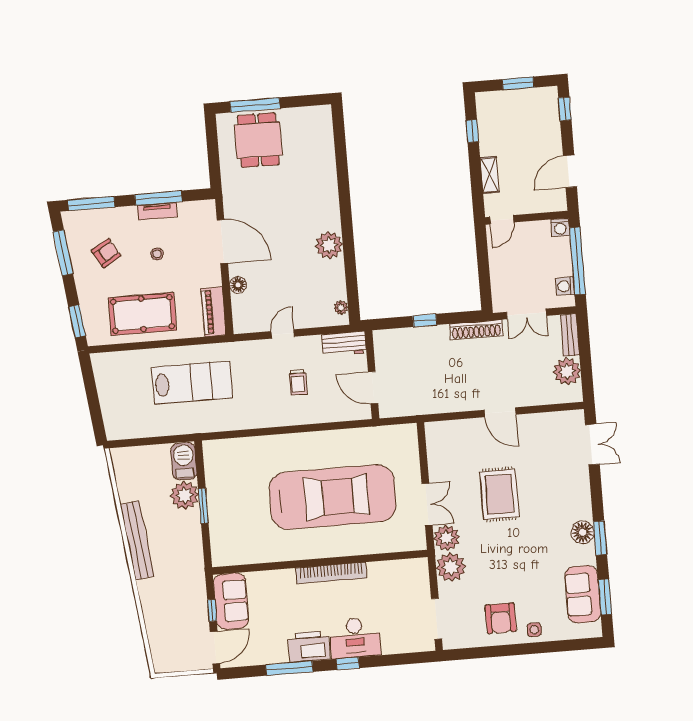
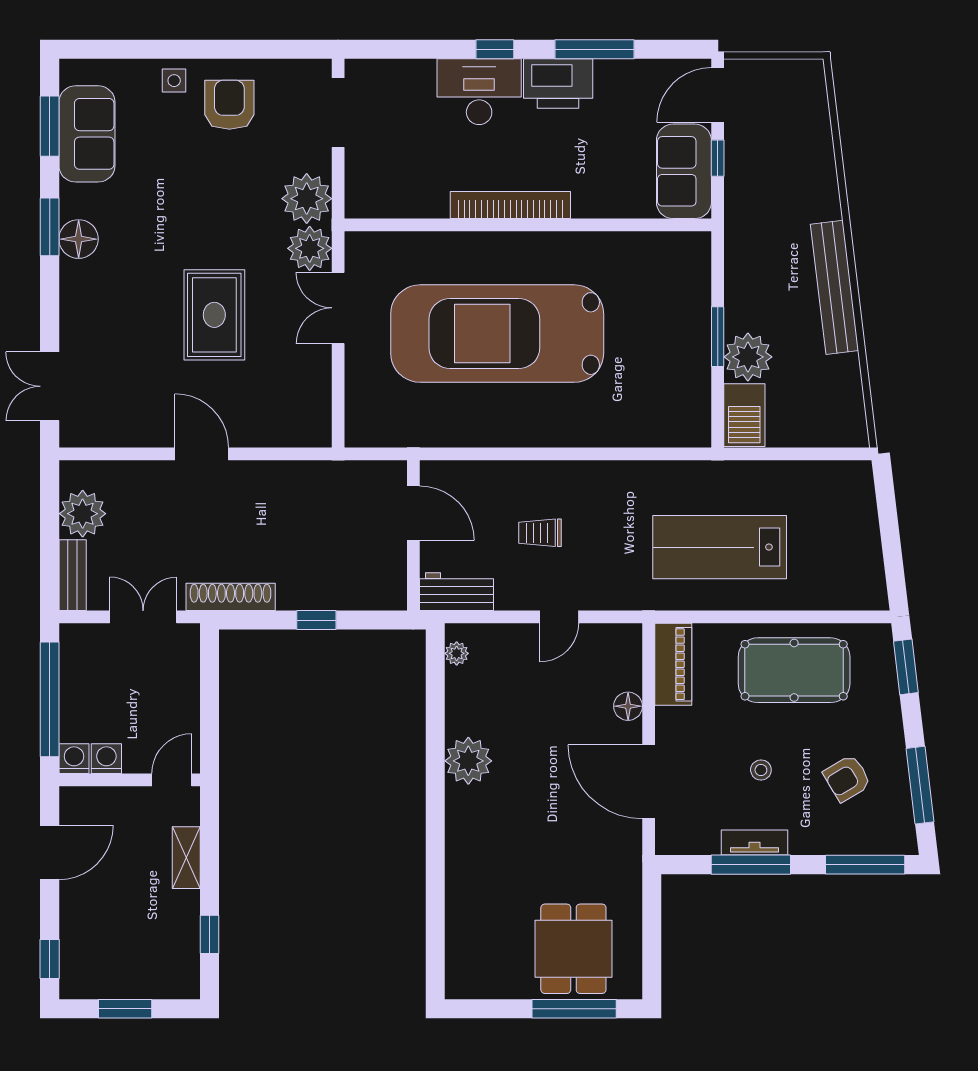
washing machine: (565, 286) -> (106, 759), moved, turned -90
trolley: (298, 382) -> (540, 533), turned -90

